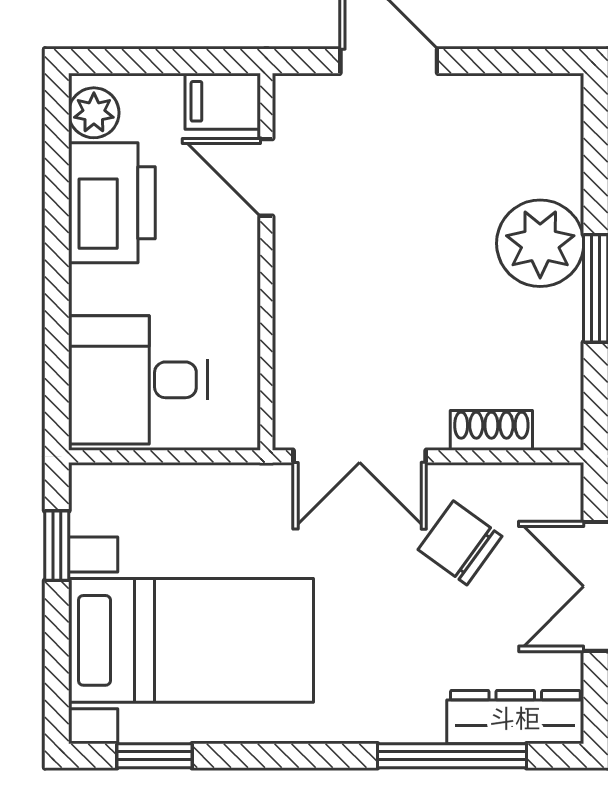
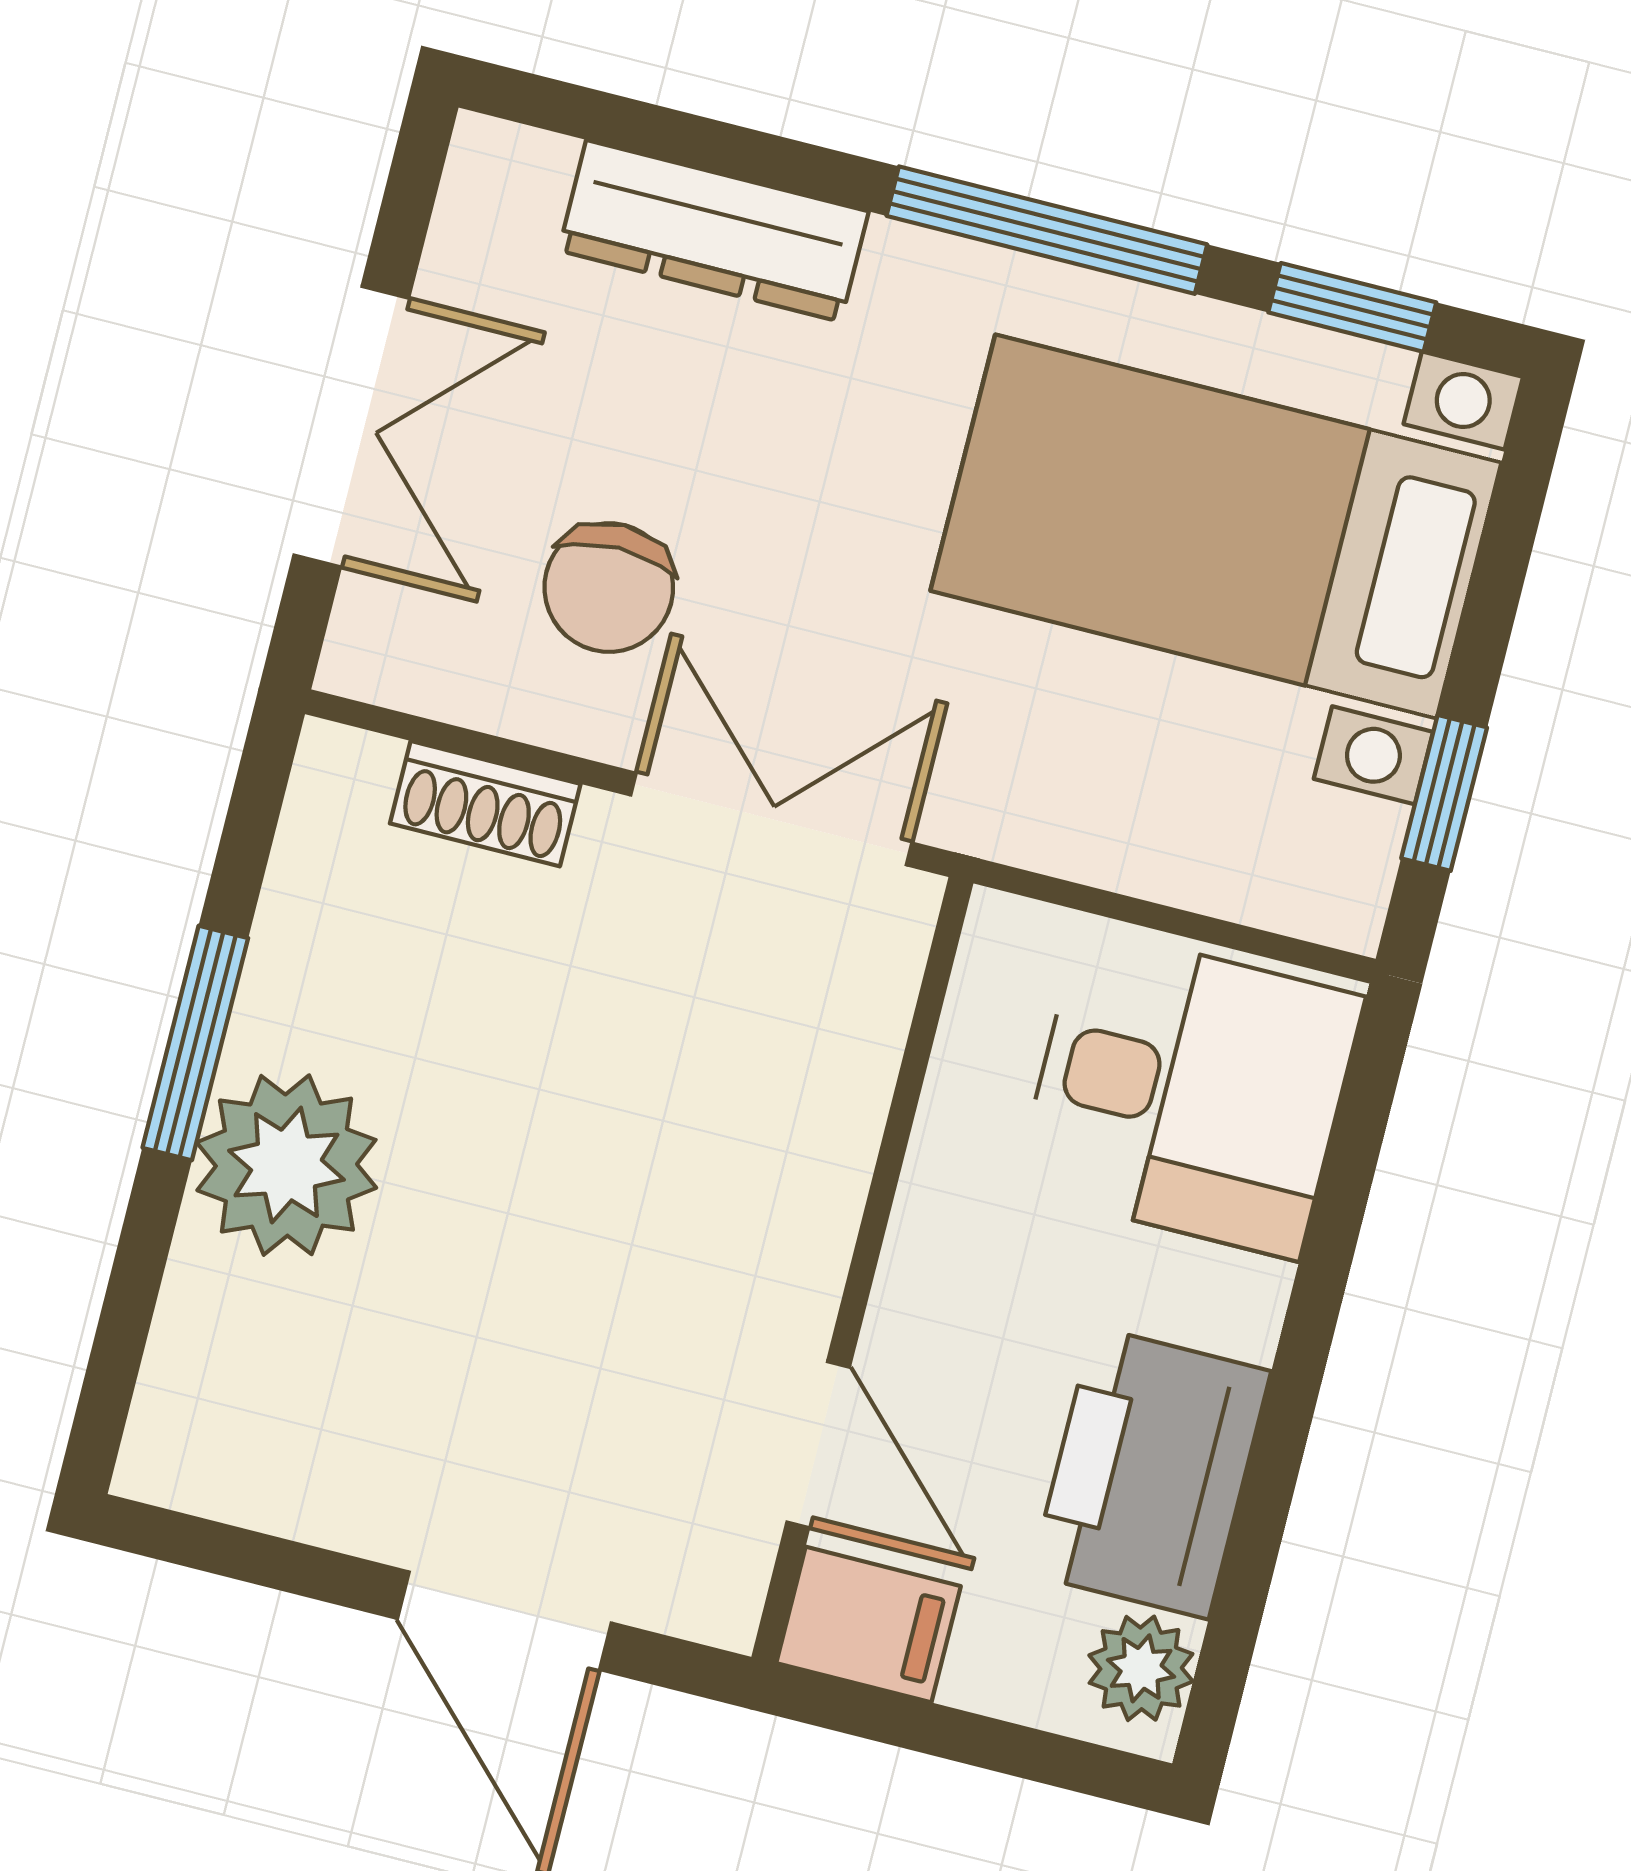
chair: (460, 543) -> (609, 588), turned 54
dresser: (515, 717) -> (714, 231), moved
window: (452, 756) -> (1047, 230), moved

